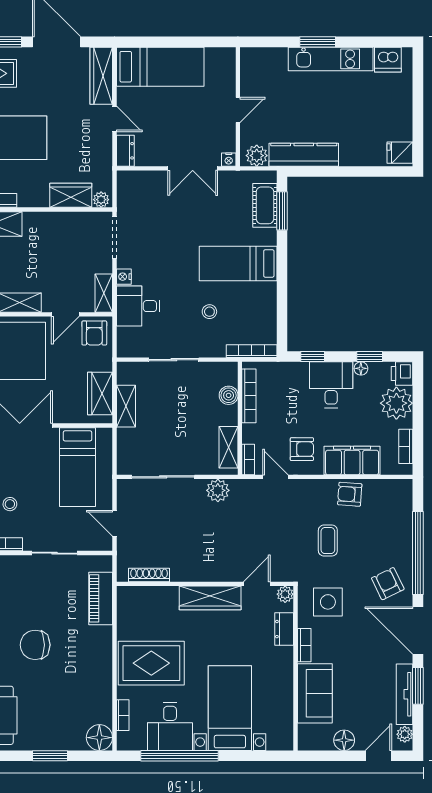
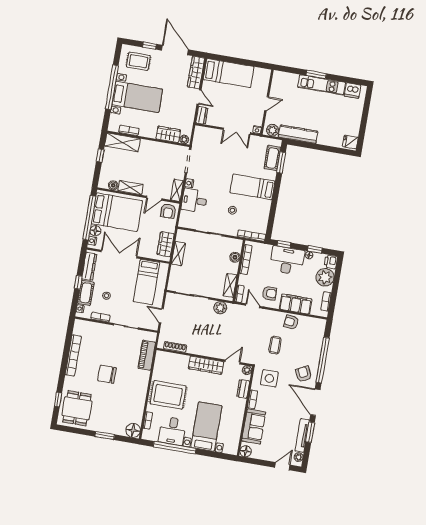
desk: (331, 385) -> (287, 260), width x1.37
floor lamp: (344, 740) -> (246, 451), moved

